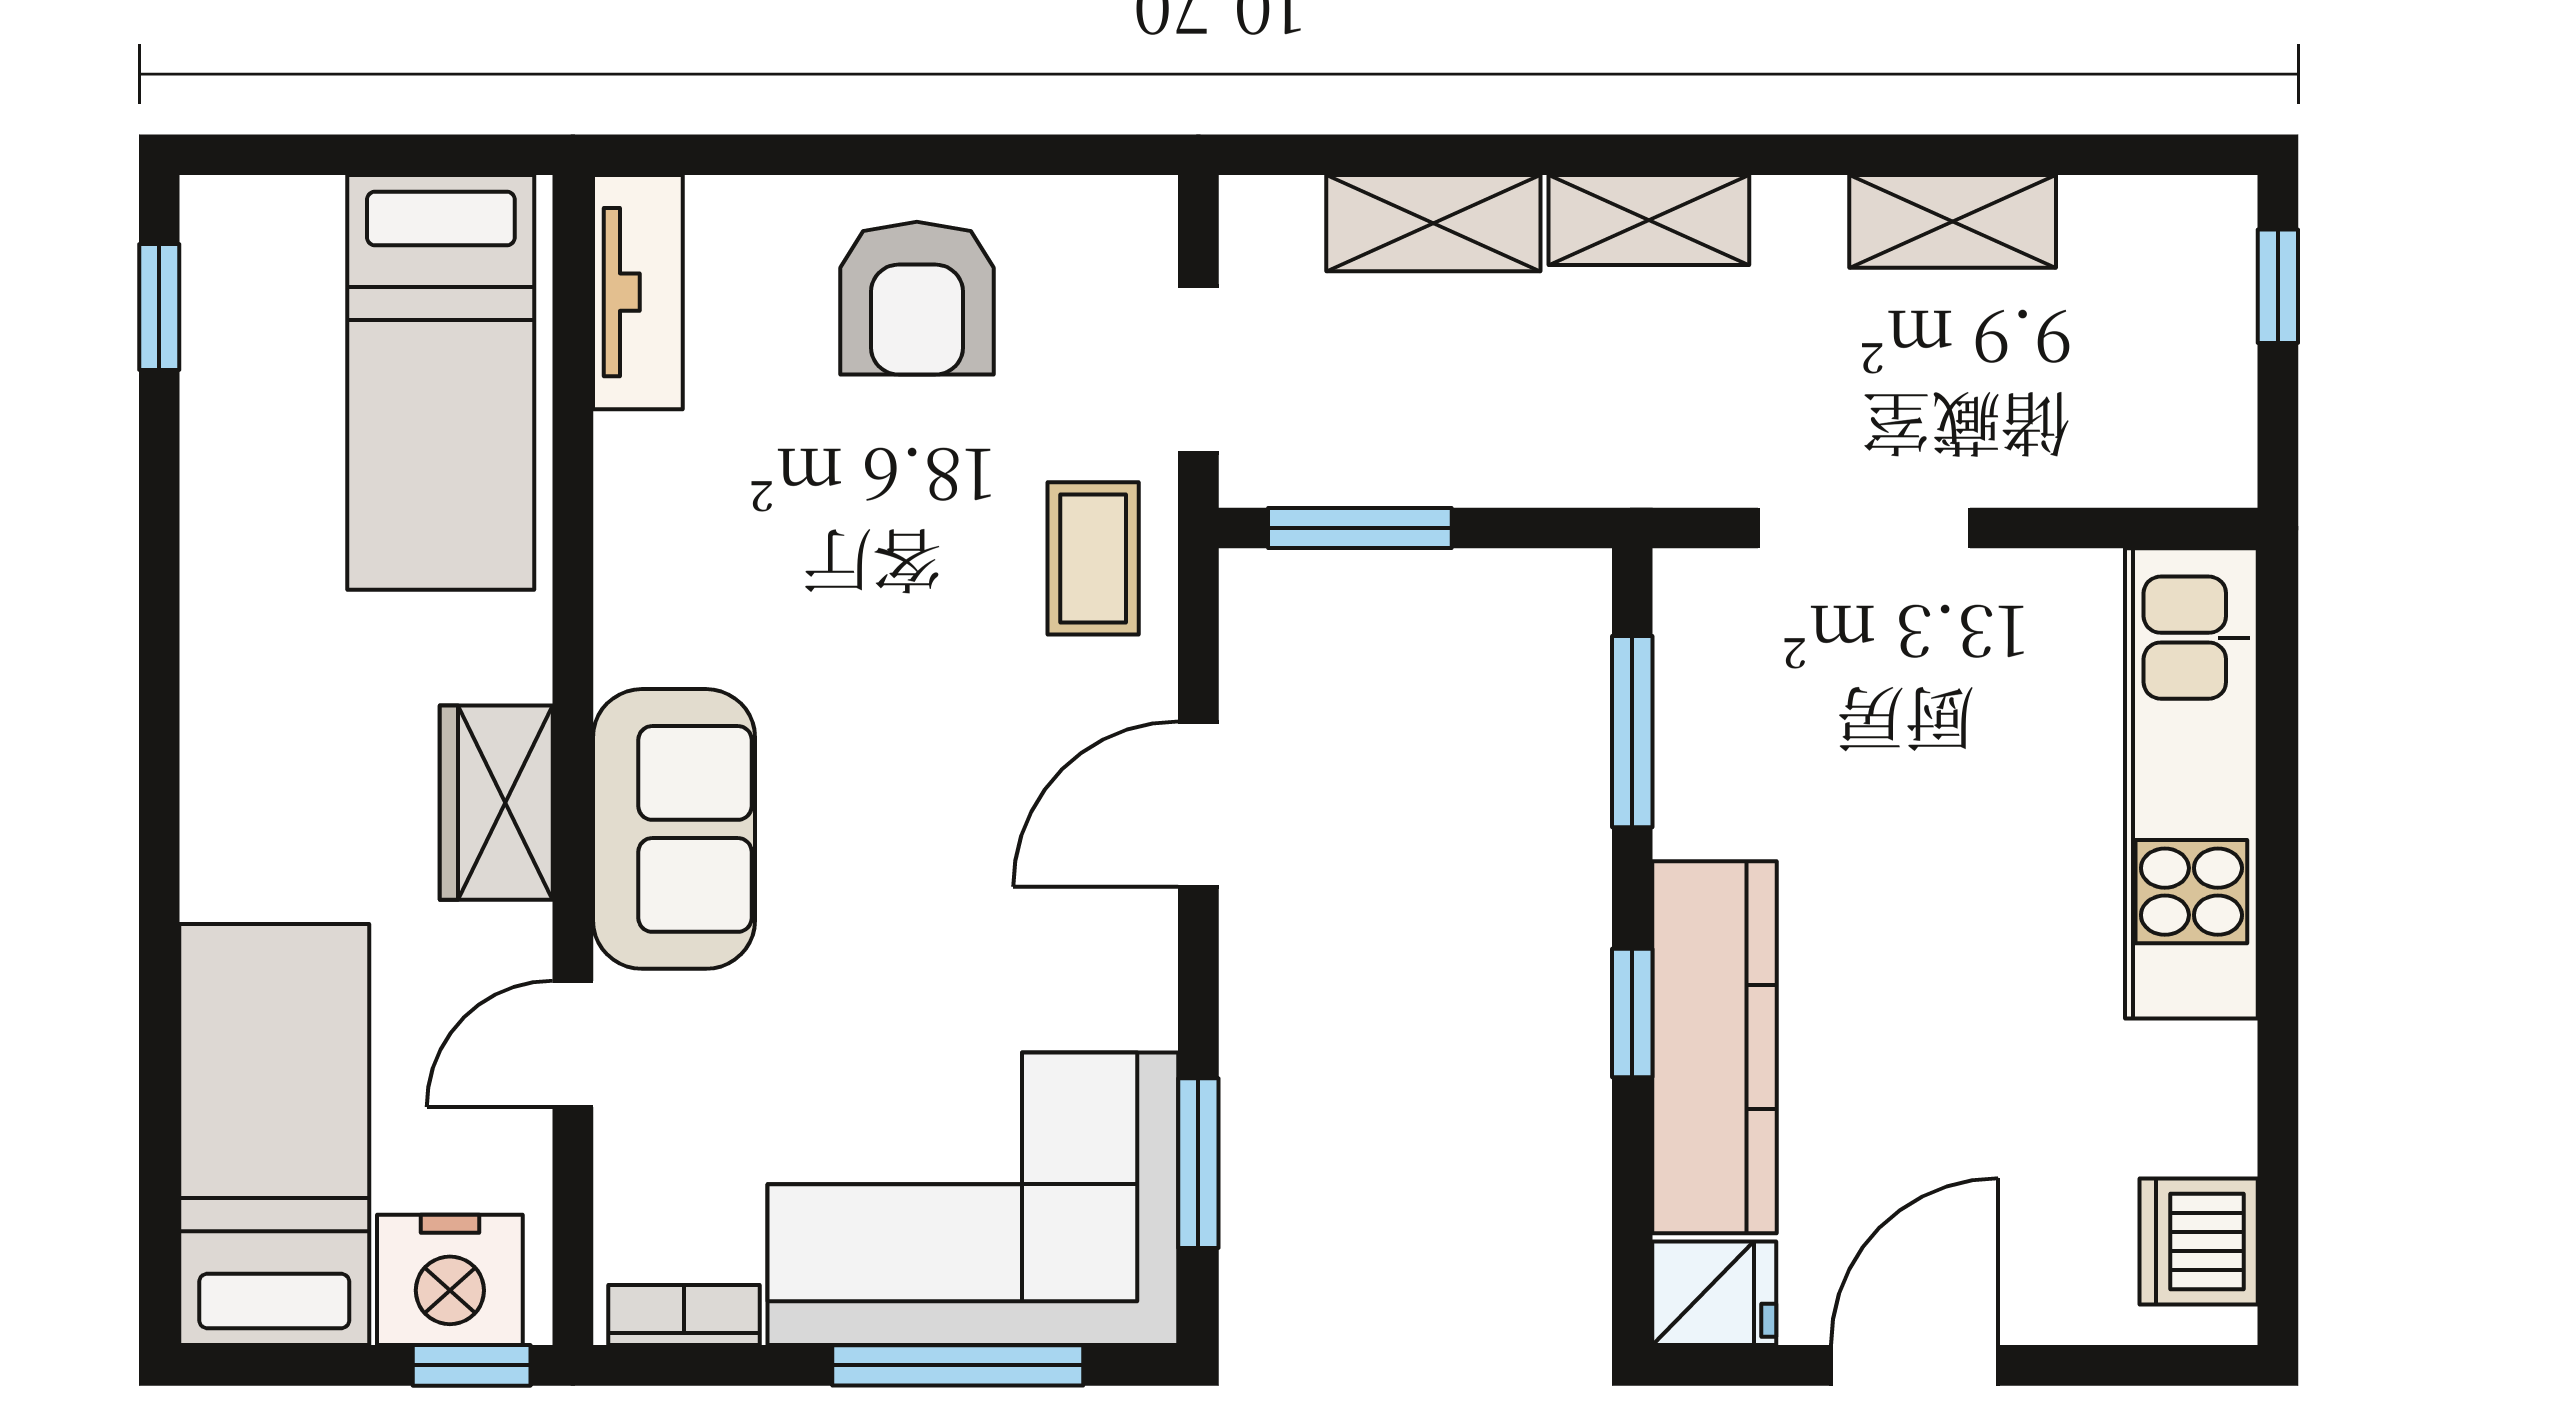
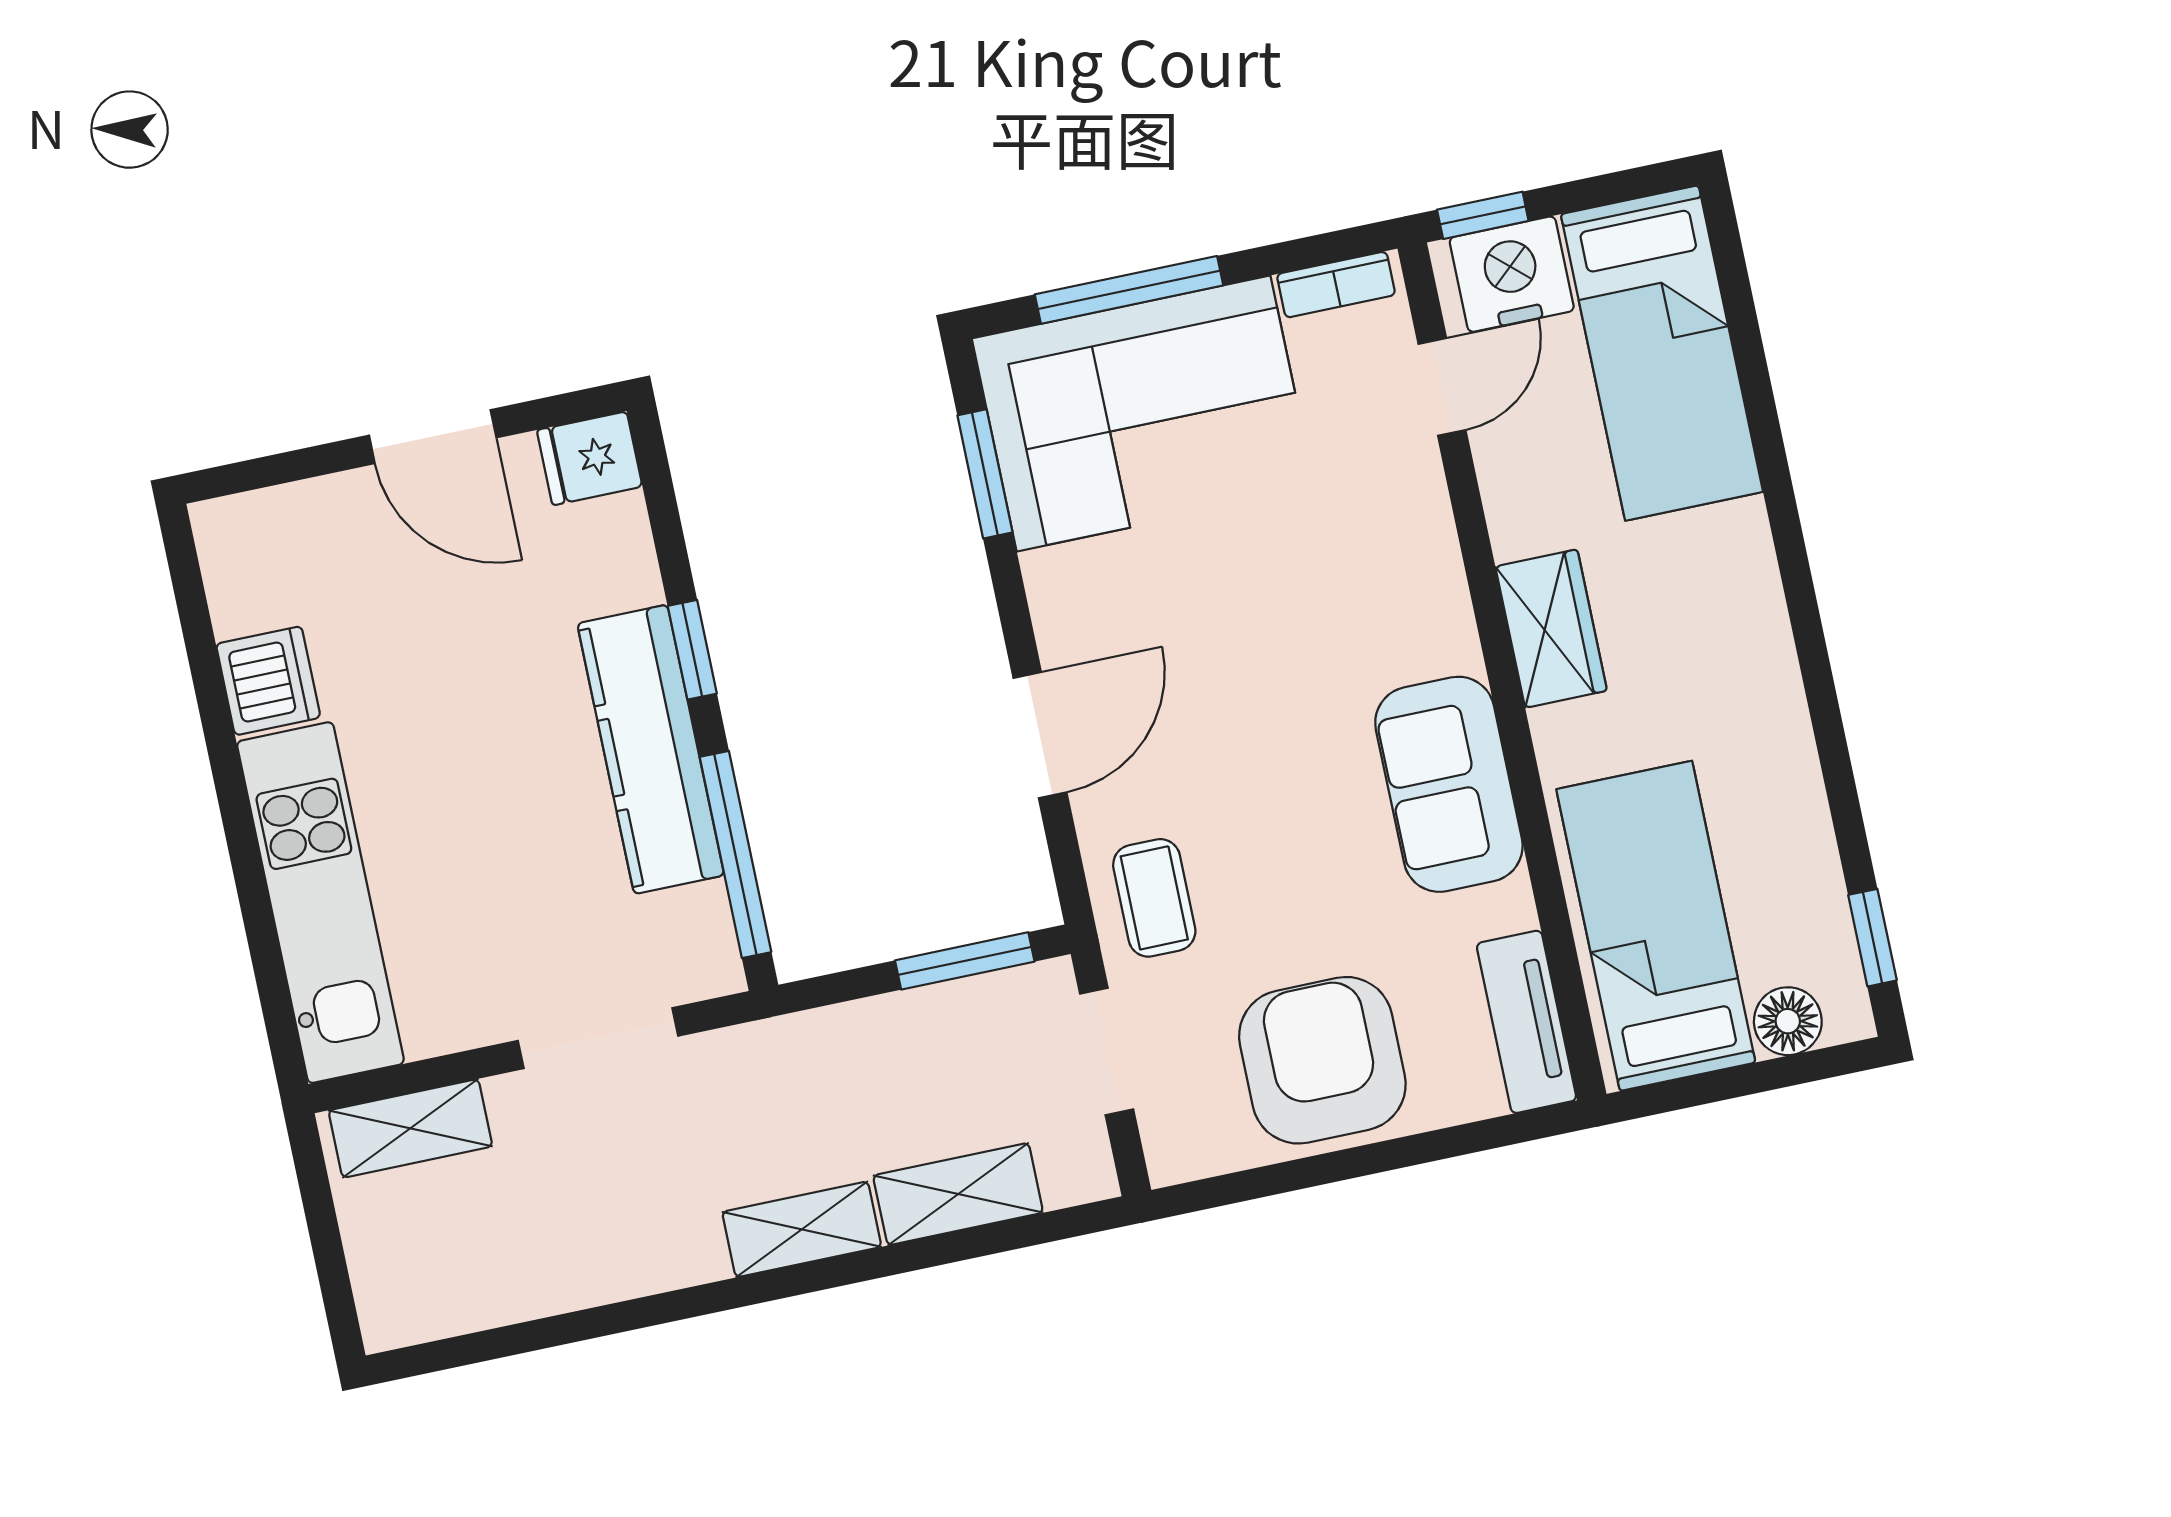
floor lamp: (294, 221) -> (1788, 1021), added
shelving: (1953, 221) -> (410, 1128), moved
window: (2278, 286) -> (334, 1278), removed
armchair: (917, 298) -> (1322, 1060), width x1.36, depth x1.36
window: (1632, 732) -> (735, 855), width x1.44
sofa: (674, 829) -> (1449, 784), moved
door: (573, 1044) -> (1442, 387), moved
kitchen counter: (1714, 1047) -> (651, 749), moved
dishwasher: (2199, 1242) -> (268, 681), moved
door: (1915, 1365) -> (433, 437), hinge flipped

